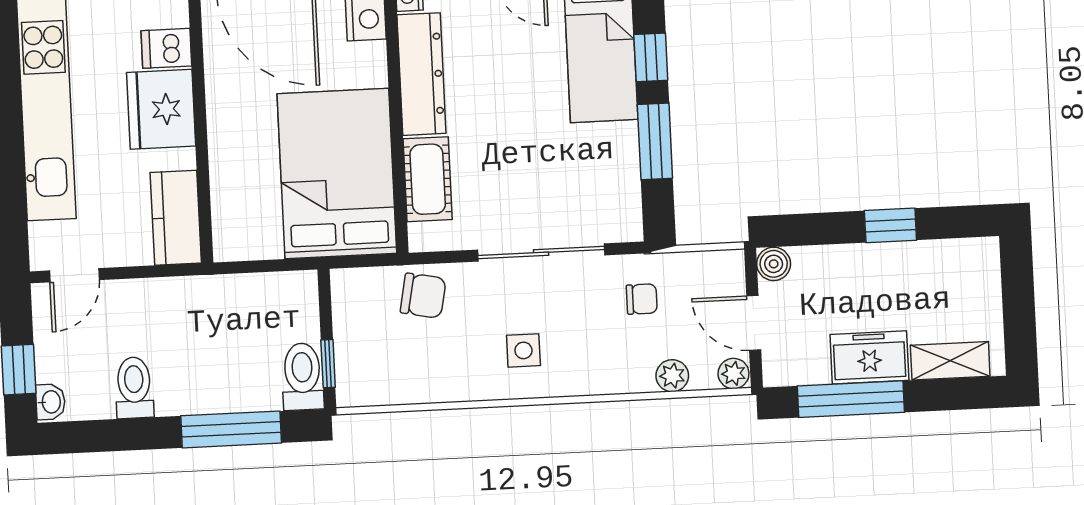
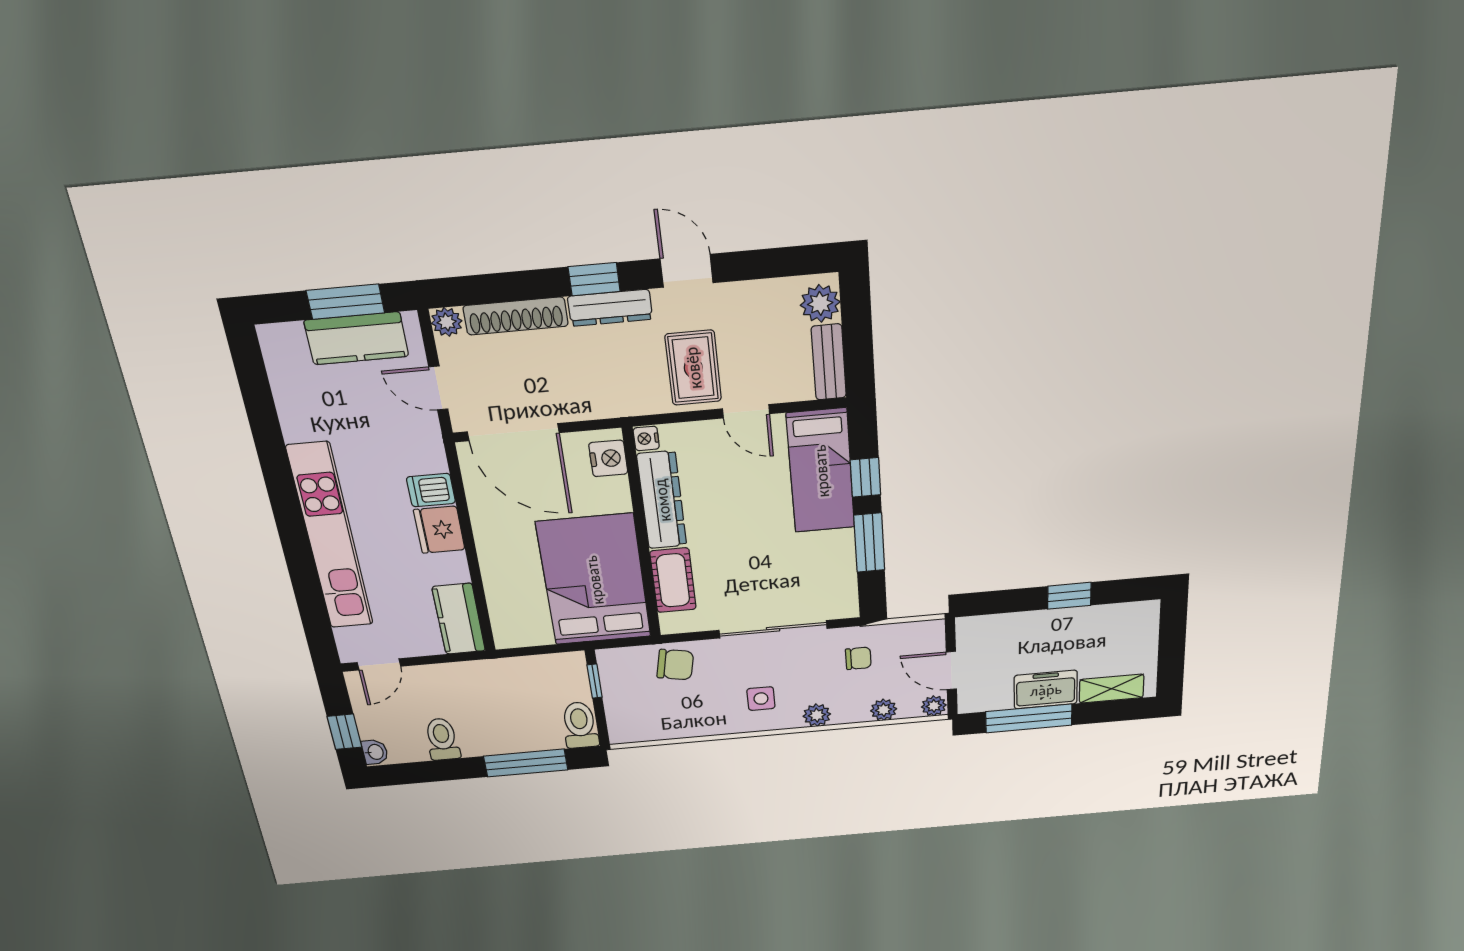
fridge: (161, 109) -> (439, 530), width x0.73, depth x0.75
boiler: (774, 264) -> (969, 628), removed
window: (328, 364) -> (595, 681), moved
plant: (591, 379) -> (817, 715), added

